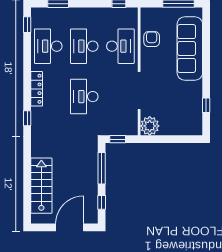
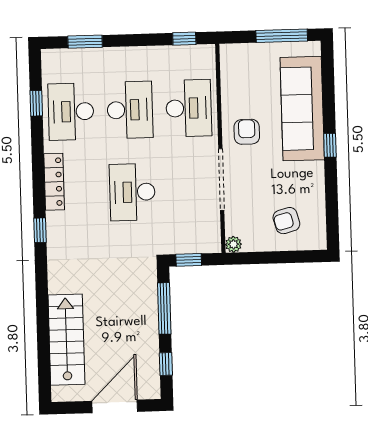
window: (27, 25) -> (36, 103), moved
armchair: (152, 39) -> (247, 132), moved
desk: (84, 46) -> (130, 110), turned 180
window: (206, 105) -> (330, 145), moved
armchair: (178, 117) -> (286, 221), added
plant: (150, 126) -> (233, 244), width x0.53, depth x0.53

